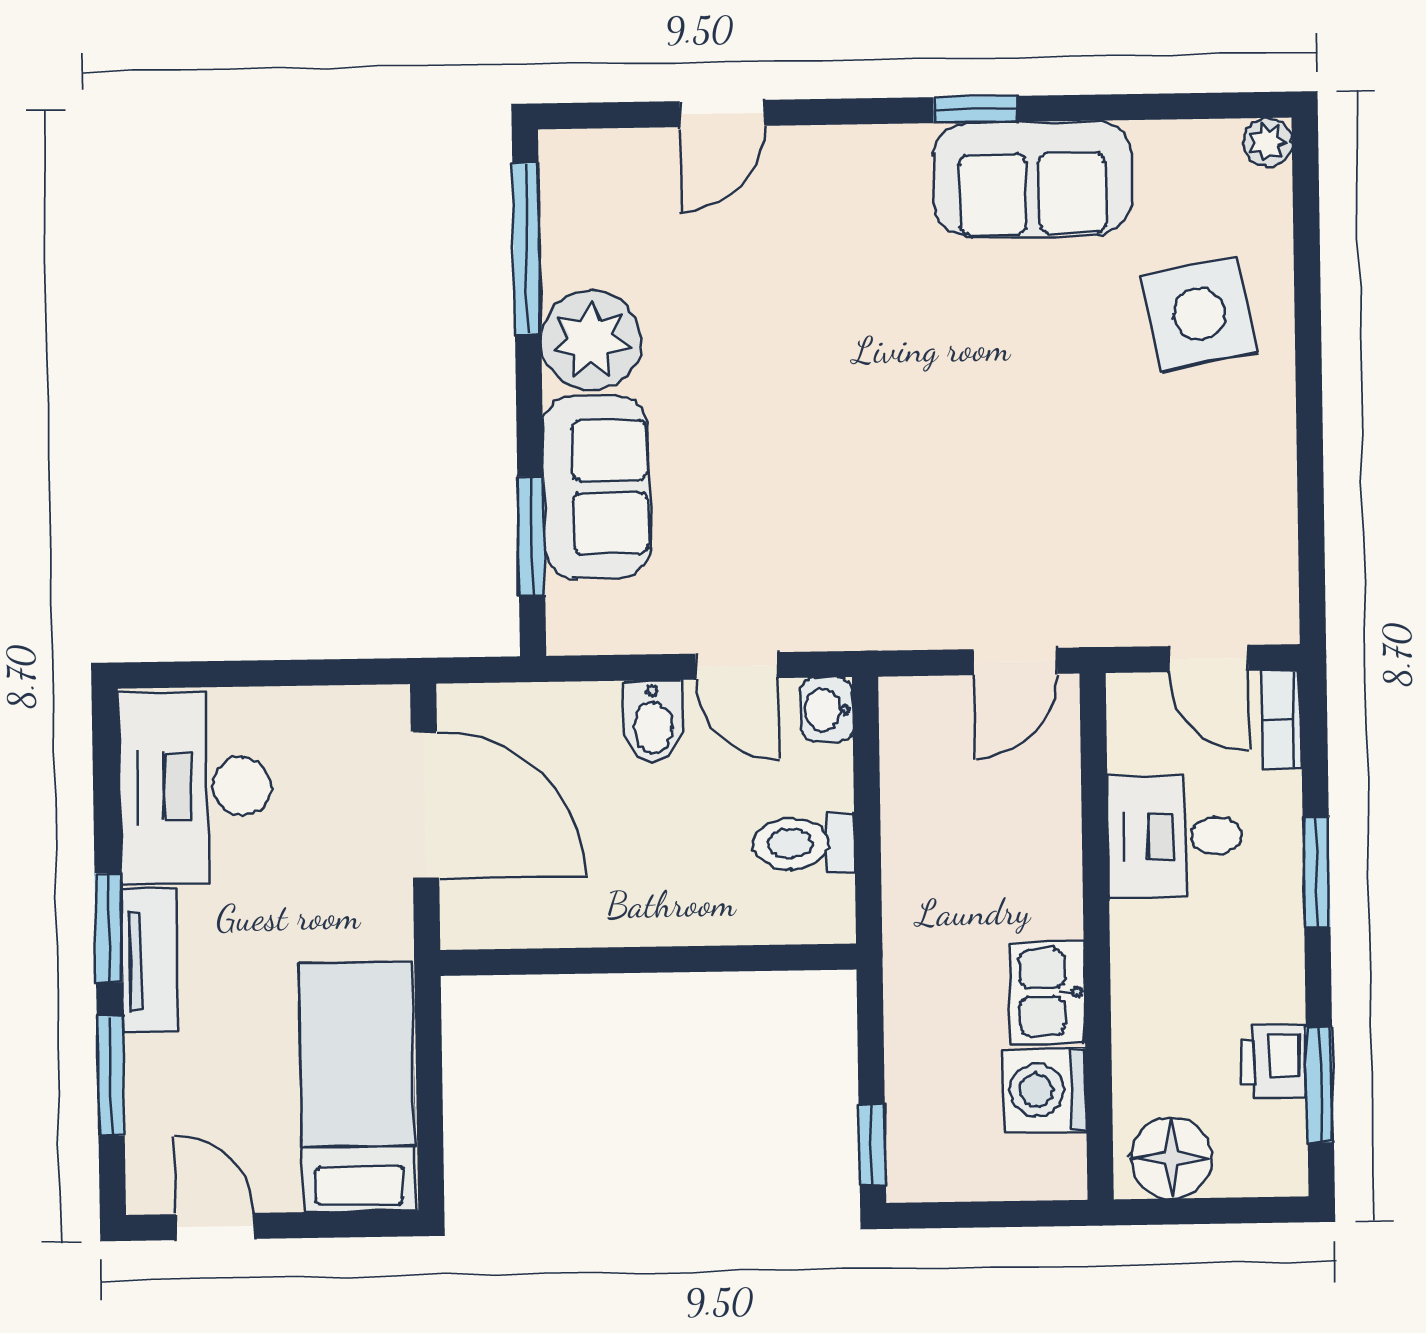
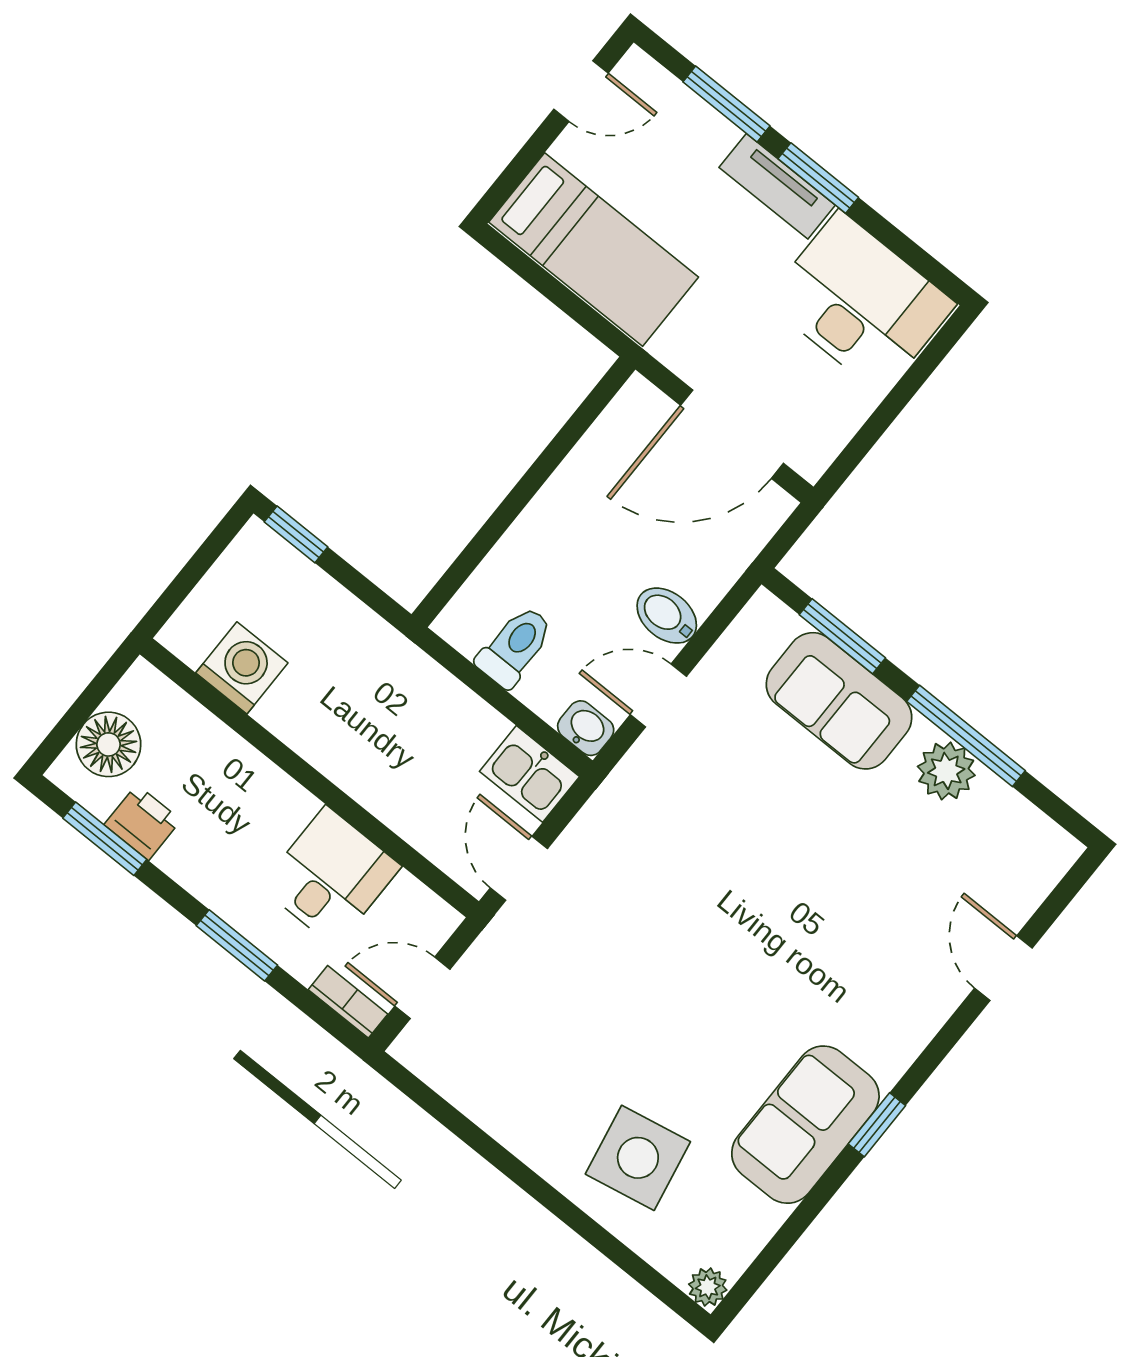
window: (527, 248) -> (966, 736), moved
plant: (591, 340) -> (946, 771), width x0.73, depth x0.73
kitchen sink: (1047, 992) -> (529, 774), moved, turned 180
floor lamp: (1171, 1158) -> (109, 744), moved

